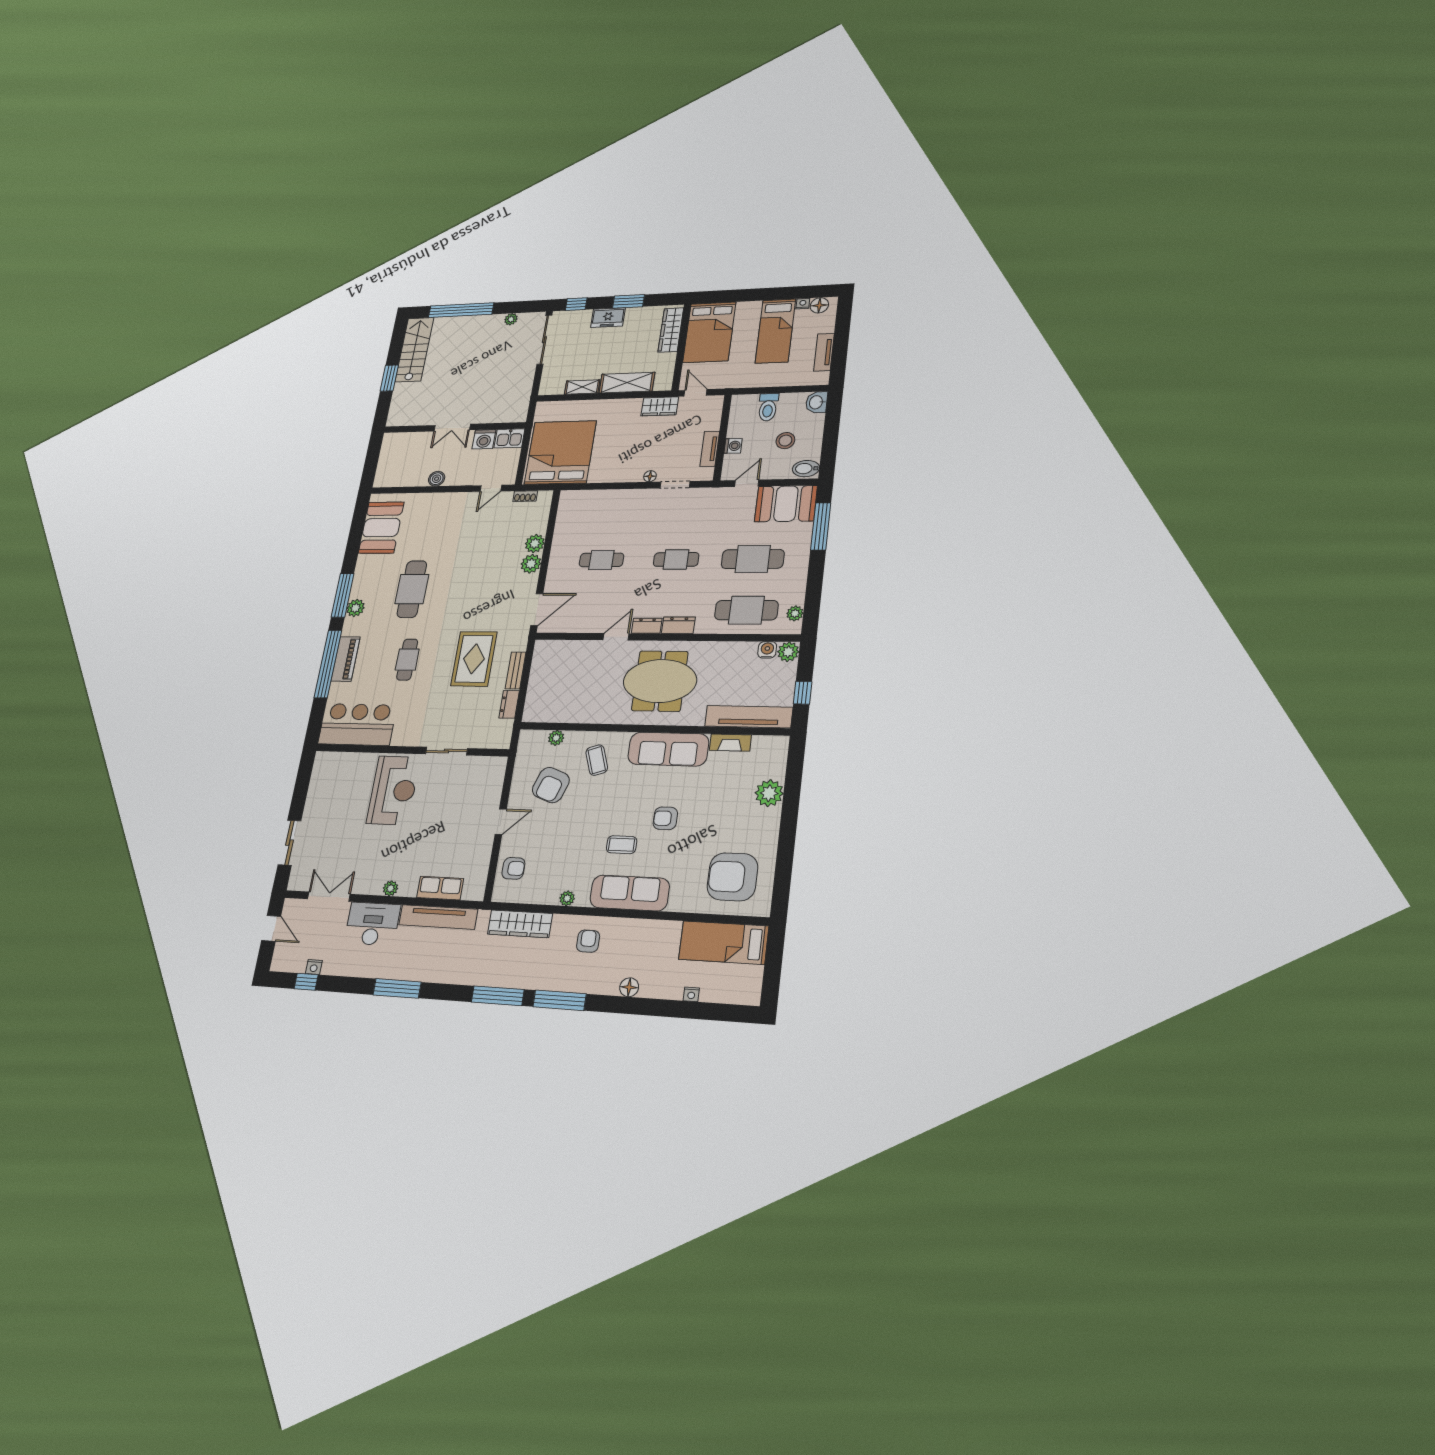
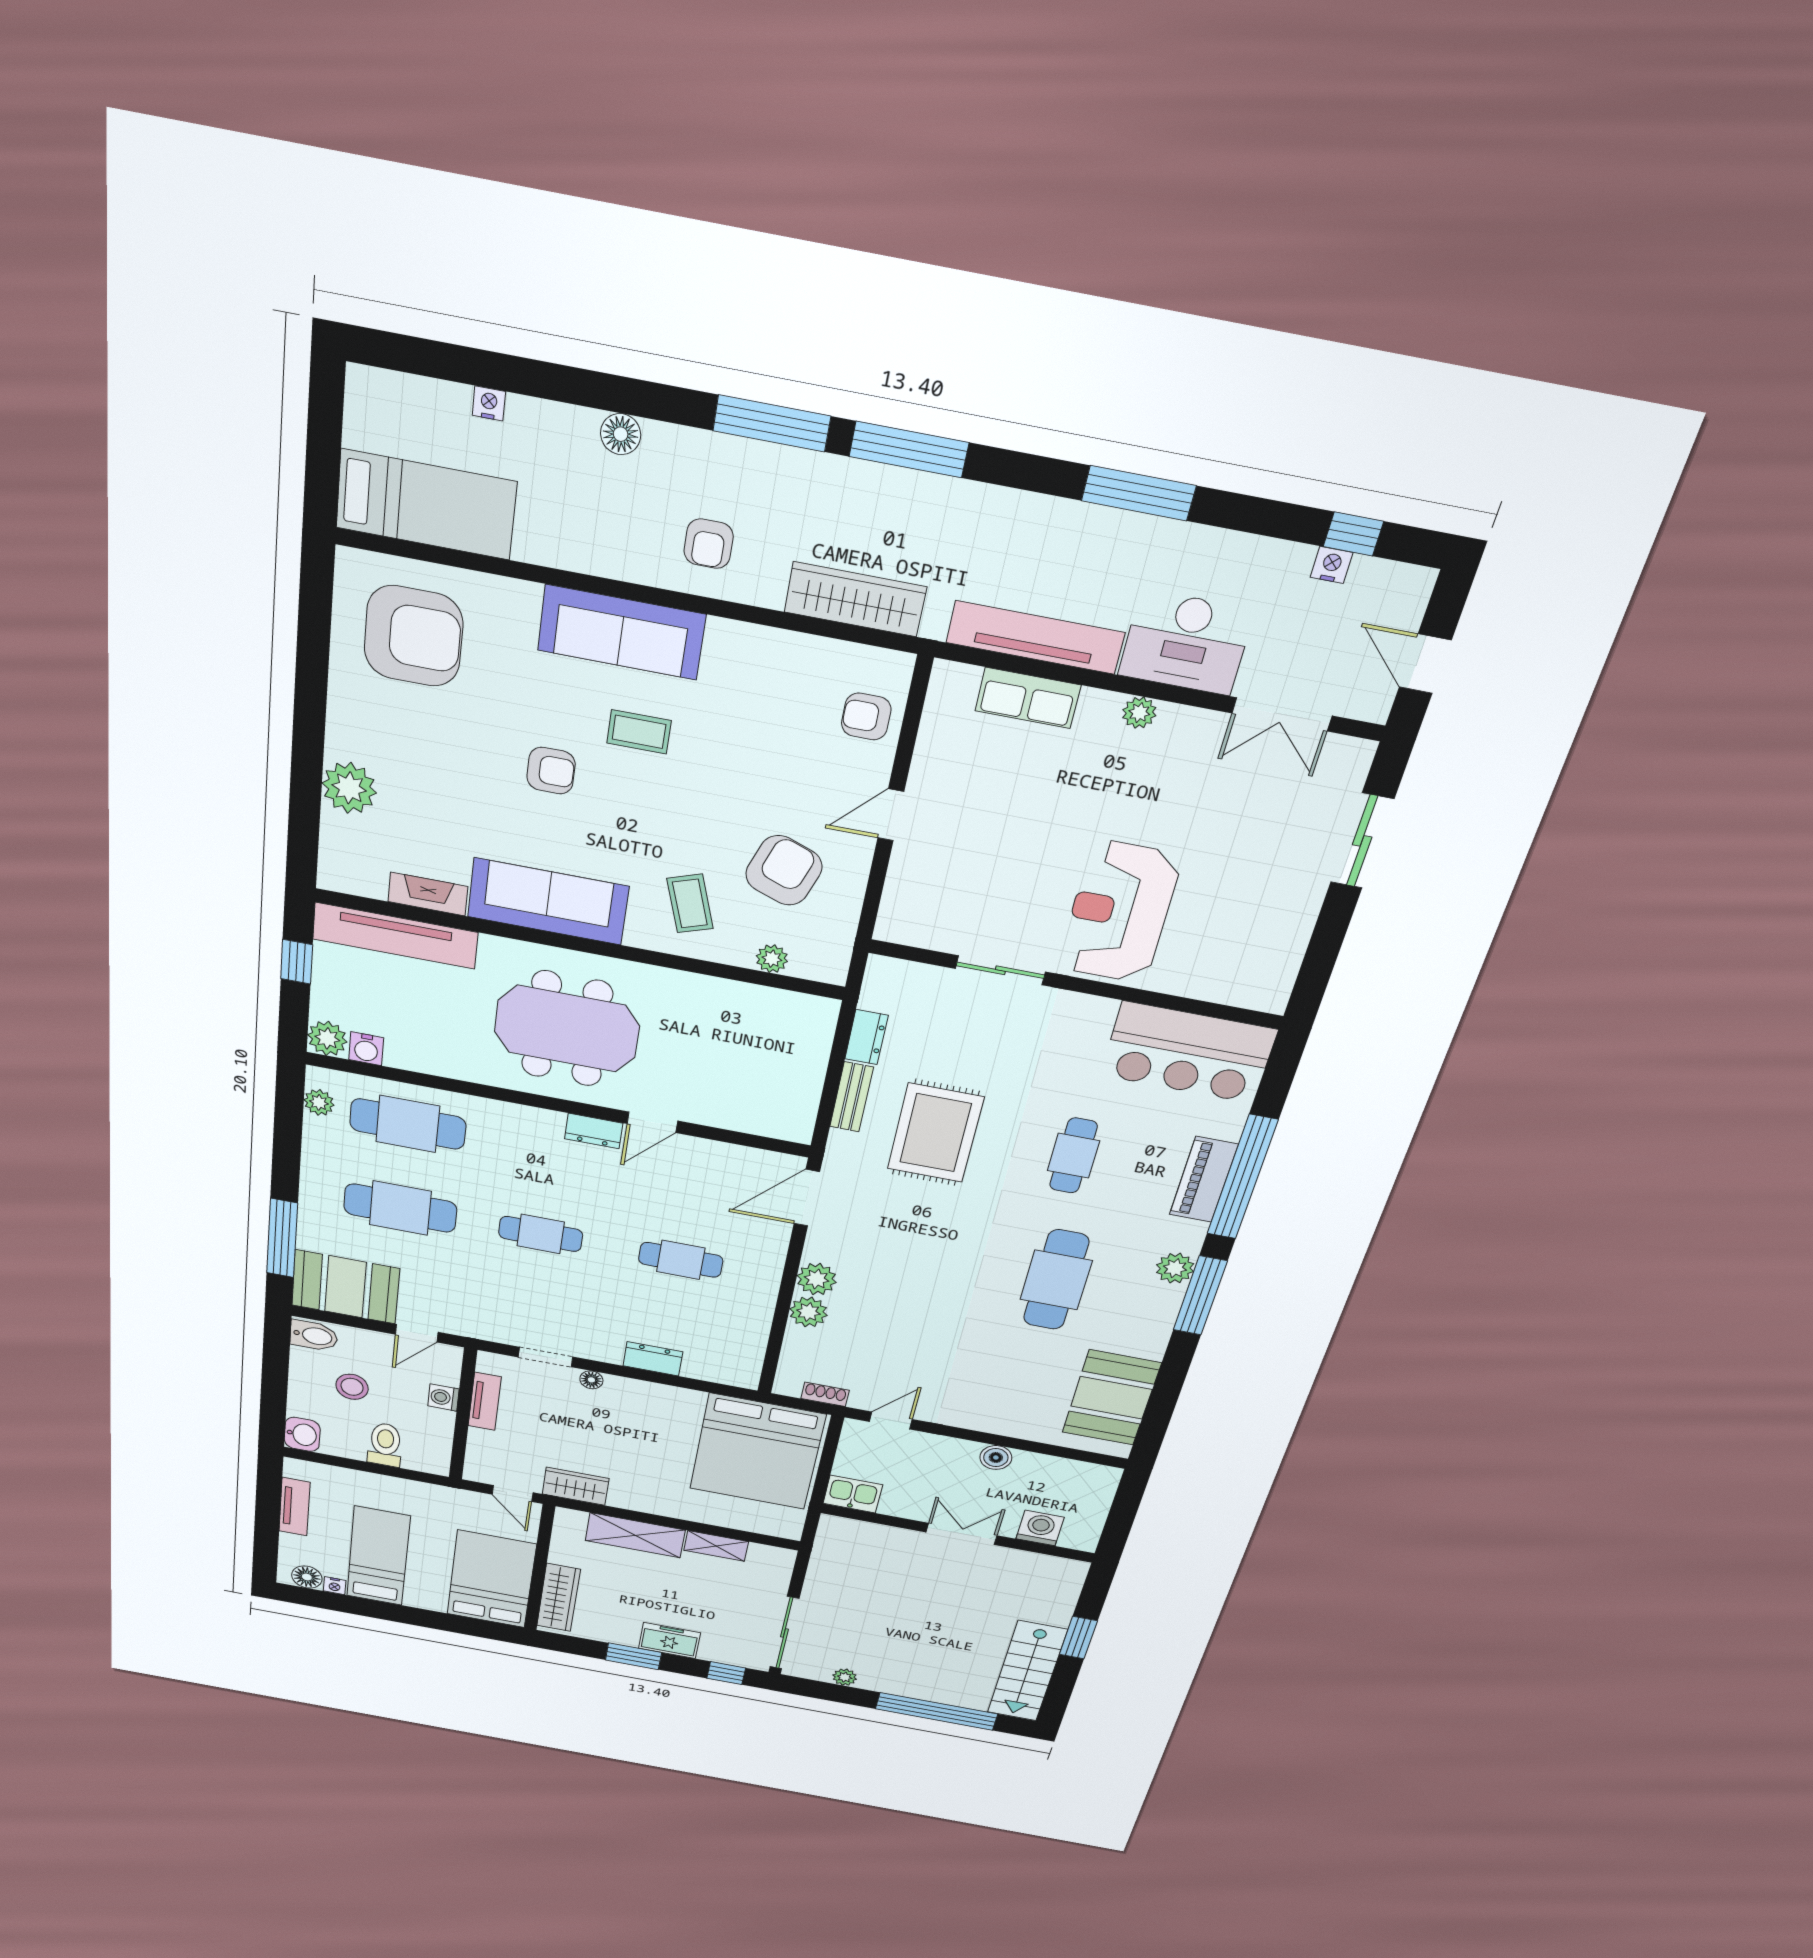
washing machine: (484, 439) -> (1040, 1528), moved
dresser: (678, 625) -> (653, 1359), moved, turned 180
plant: (567, 898) -> (753, 639), removed

